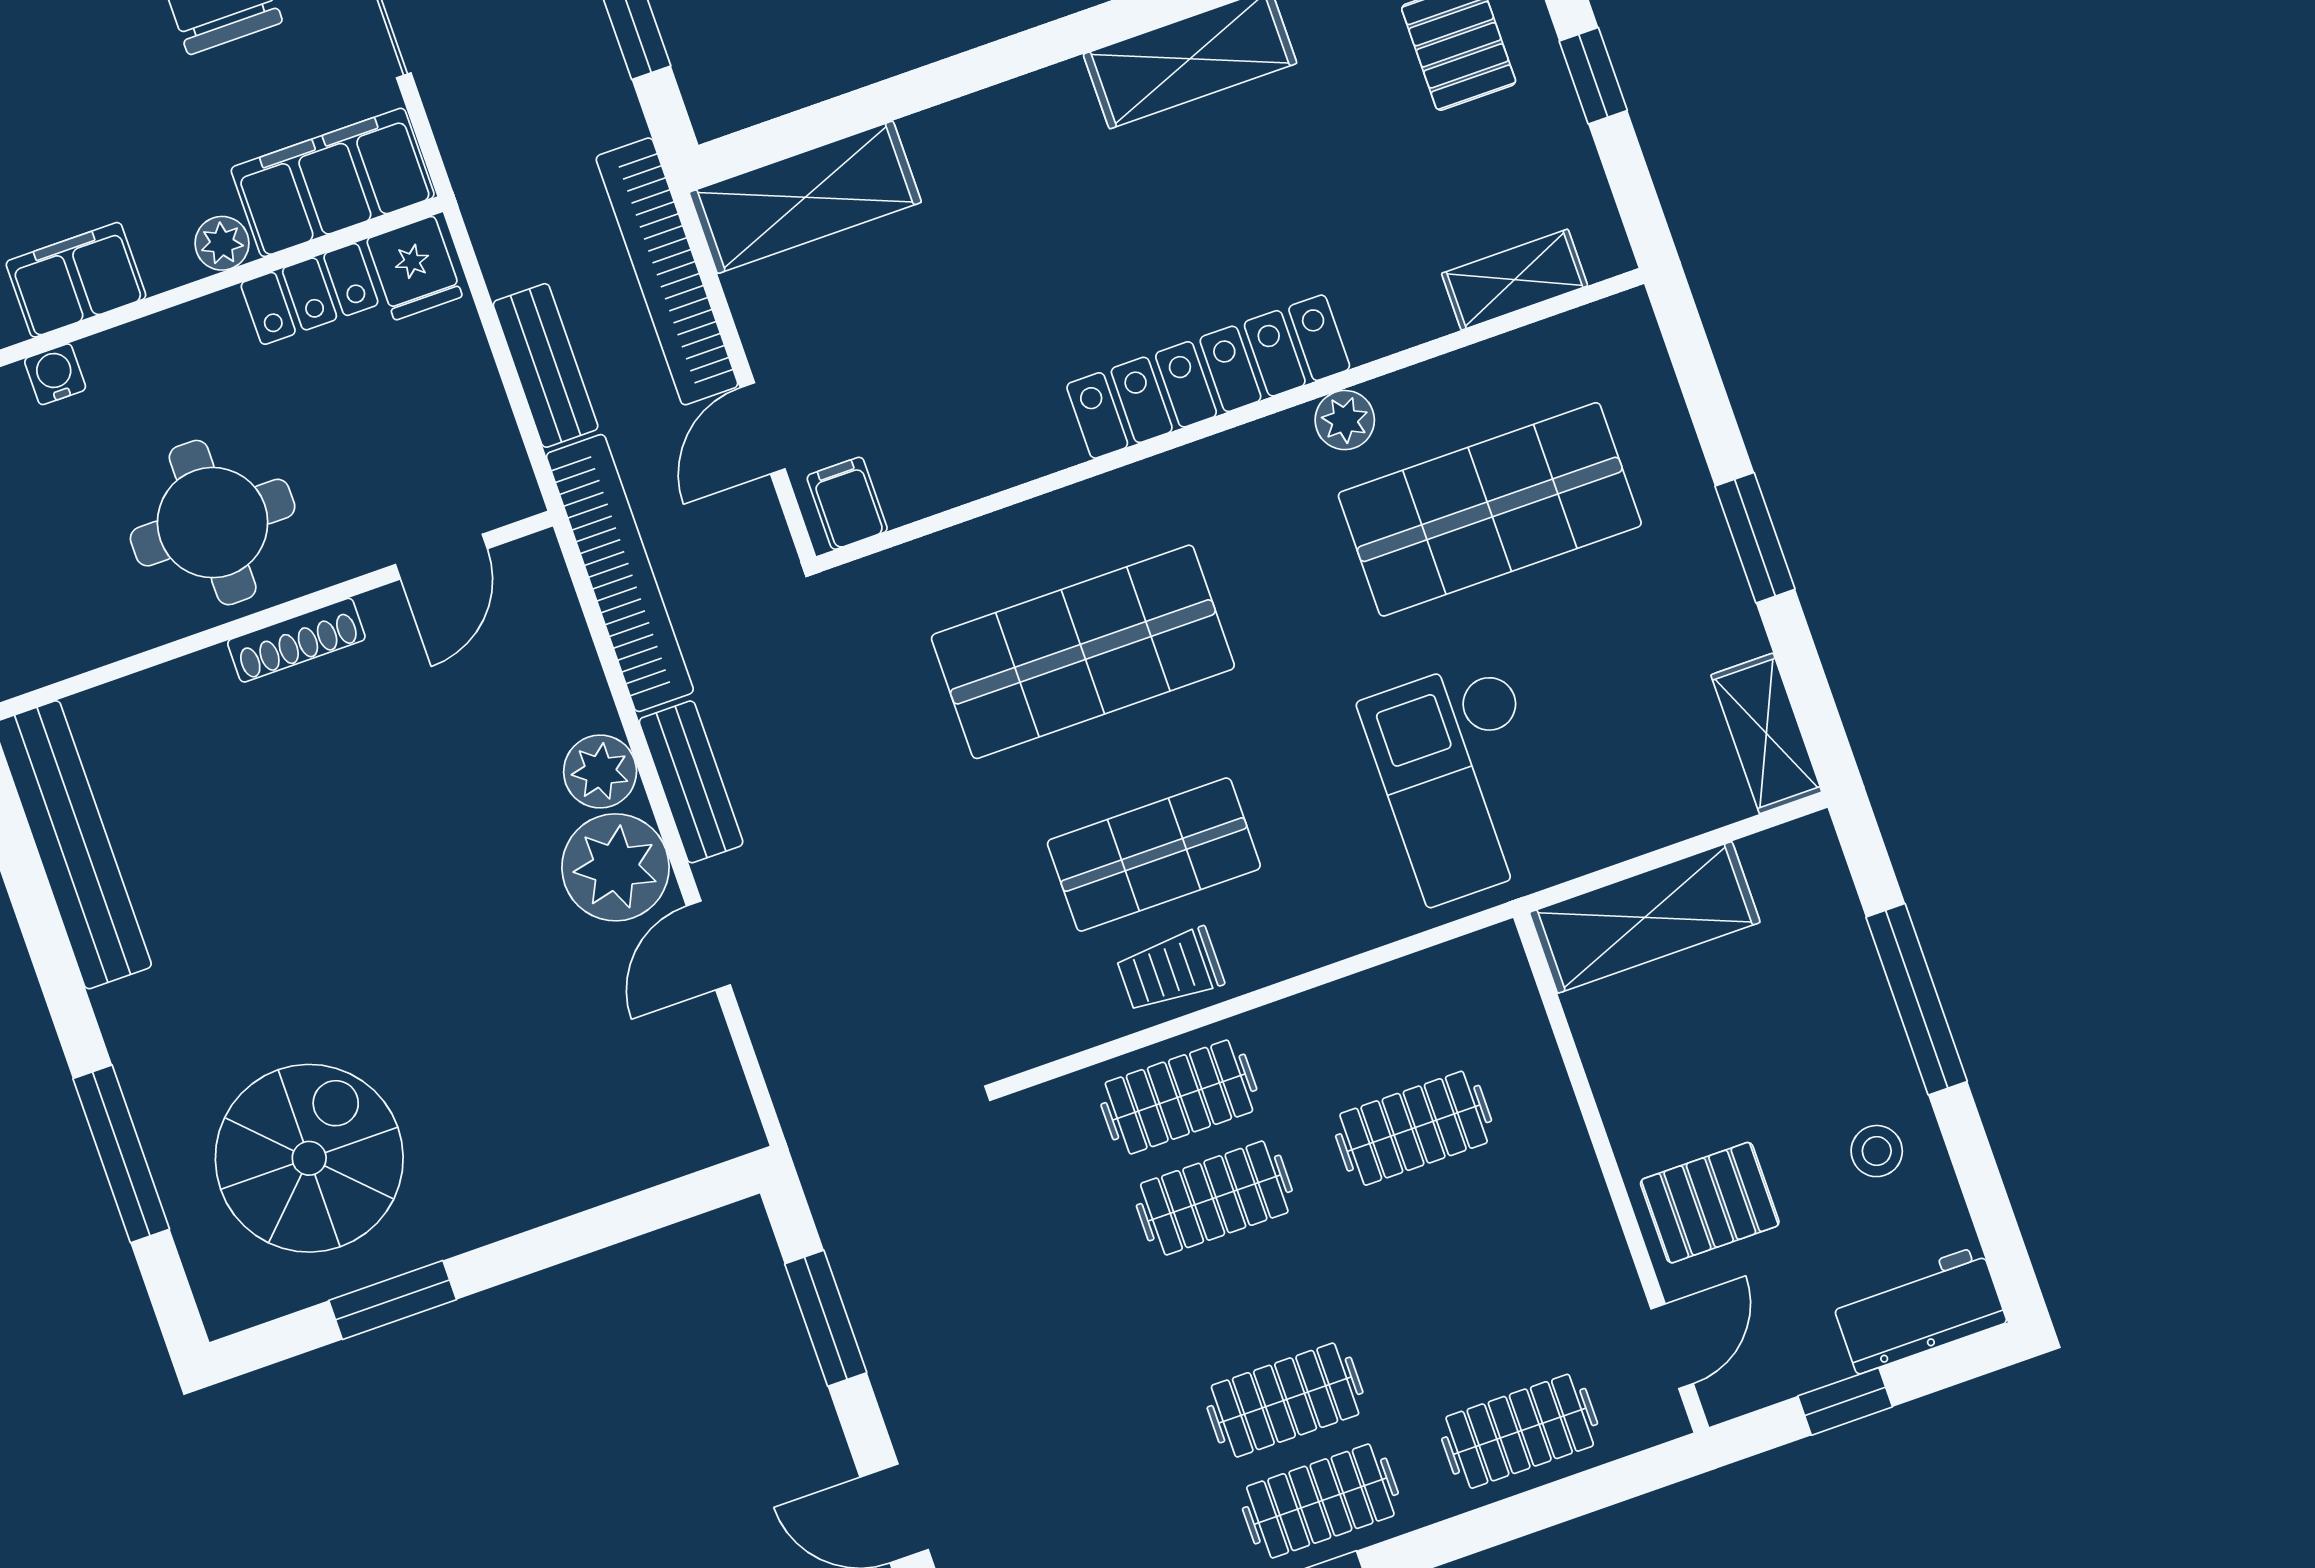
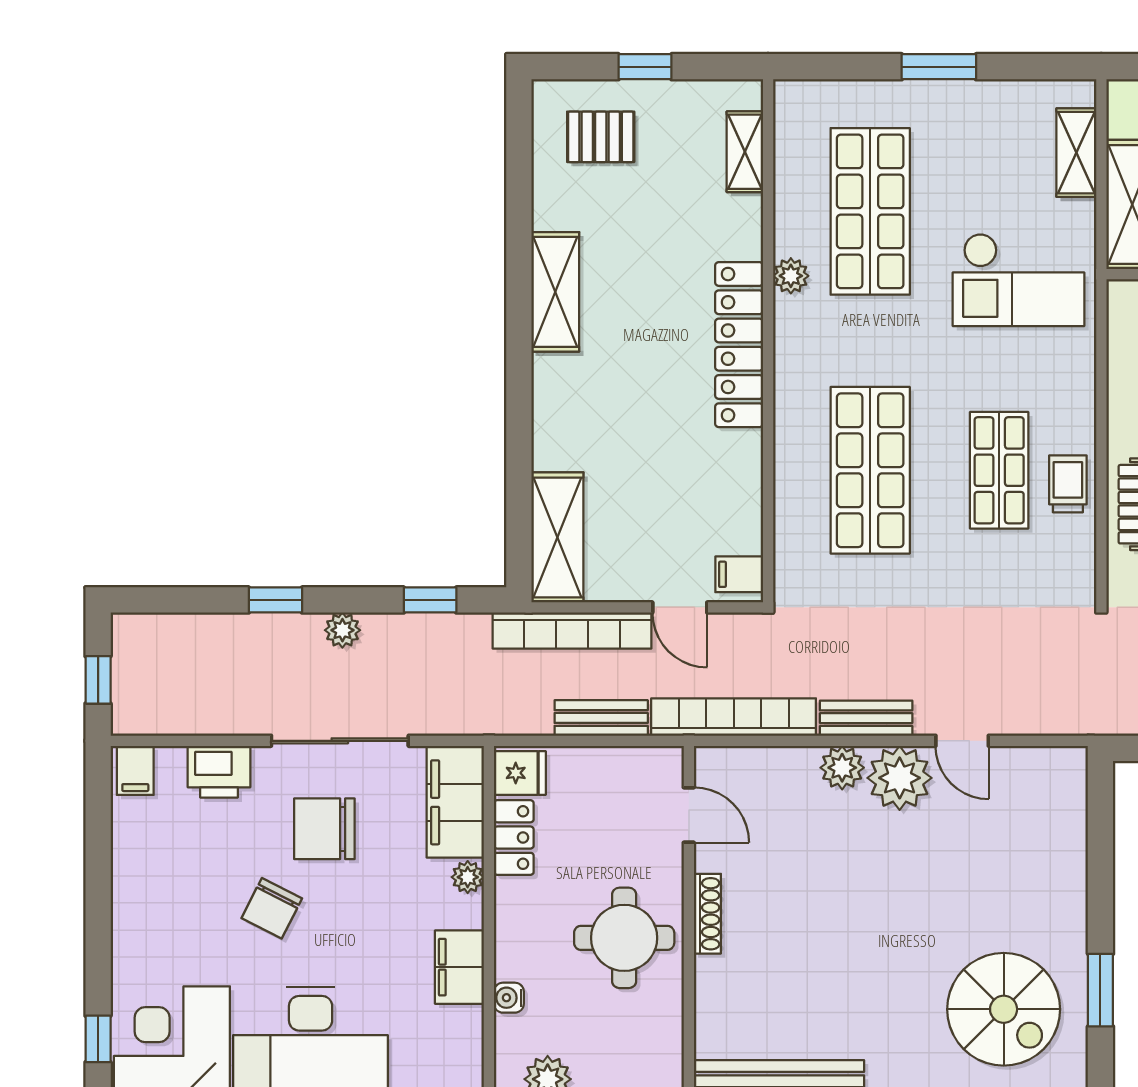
shelving: (1766, 733) -> (1076, 153), moved, turned 90
trolley: (1170, 970) -> (1068, 484), turned 180
spiral stairs: (309, 1158) -> (1004, 1009), turned 180

